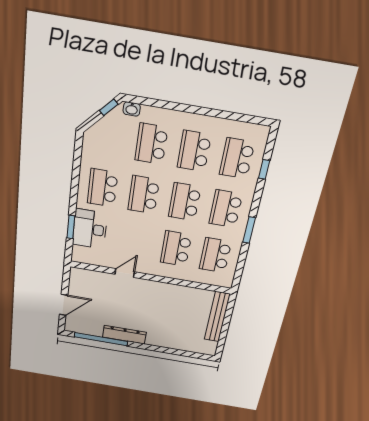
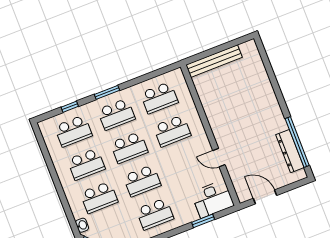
desk: (90, 229) -> (213, 199), moved
window: (249, 230) -> (107, 92), moved
door: (64, 305) -> (265, 197), moved
dresser: (124, 335) -> (290, 151), moved

